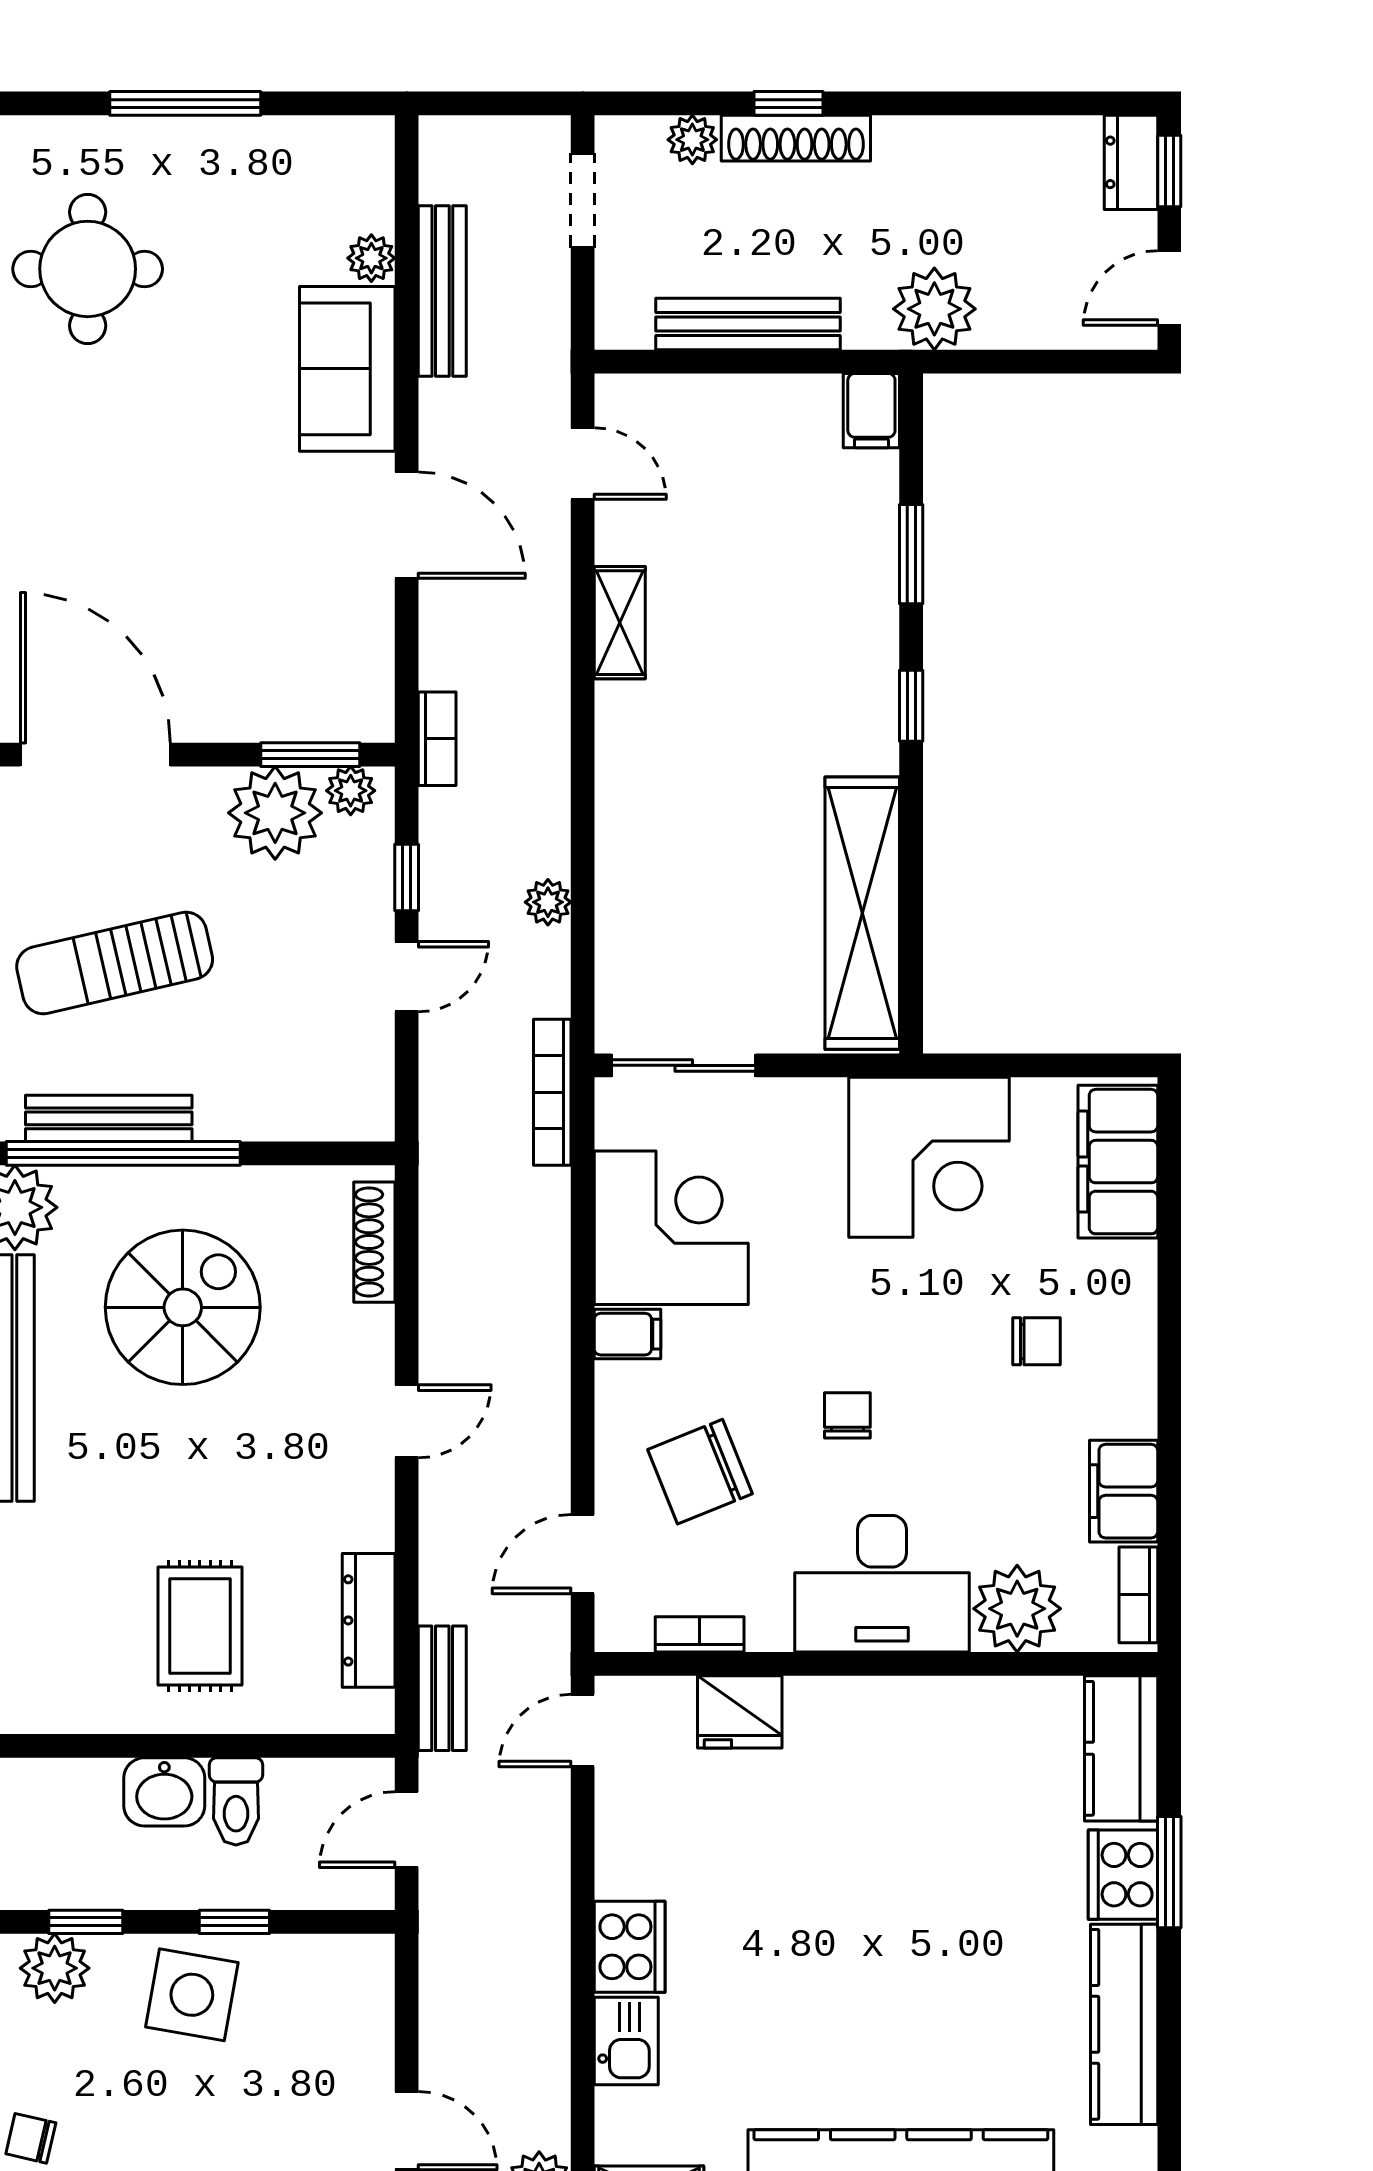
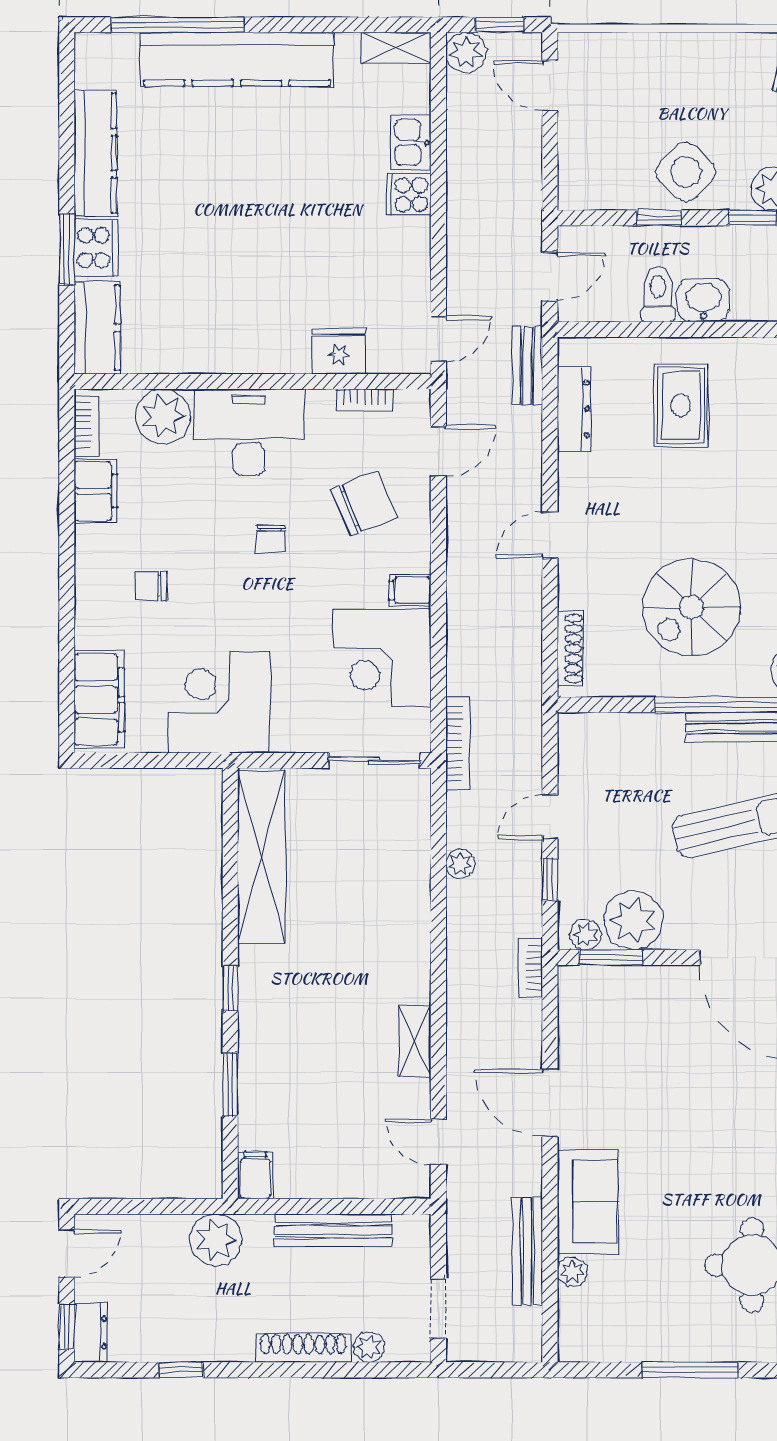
window: (789, 103) -> (181, 1370), moved
cooker: (630, 1947) -> (409, 194), width x0.73
side table: (192, 1995) -> (686, 172), turned 34

